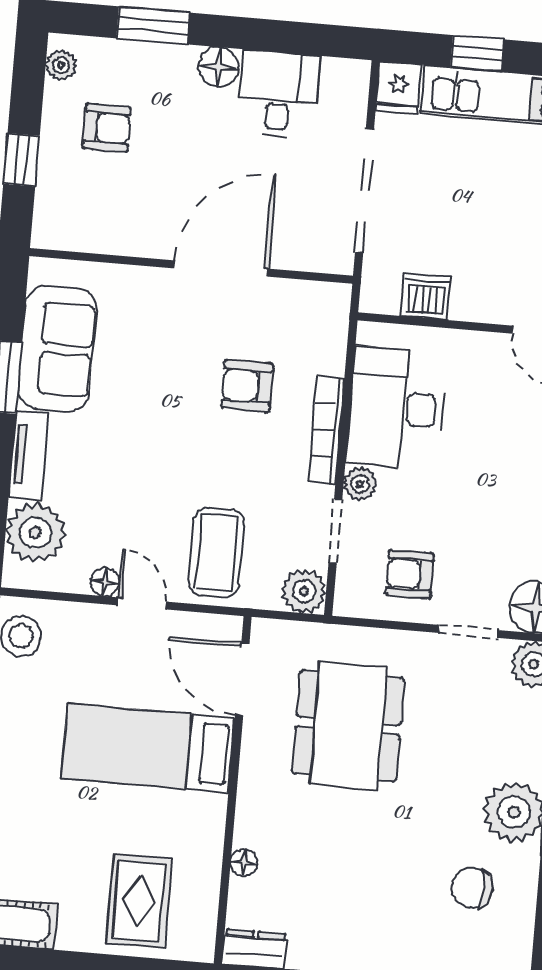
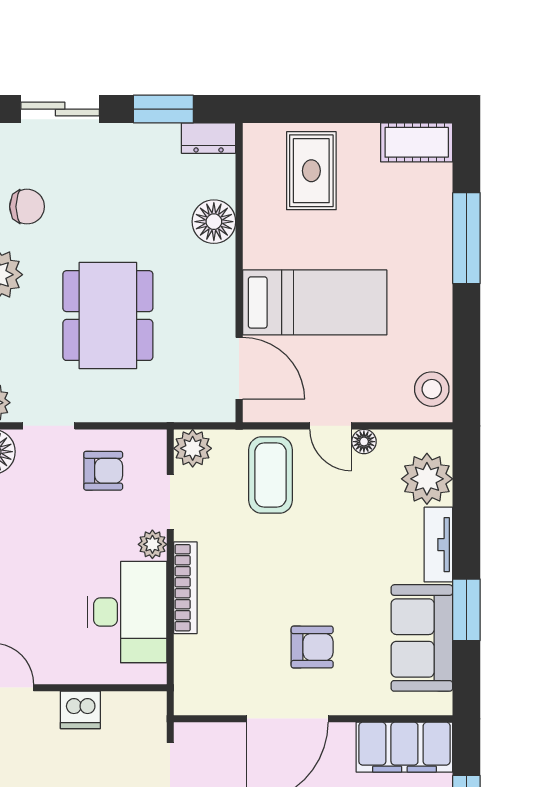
filing cabinet: (88, 224) -> (404, 747), added
dishwasher: (426, 296) -> (80, 710), moved
armchair: (247, 386) -> (312, 647), moved
dining table: (348, 726) -> (108, 316), moved
floor lamp: (244, 863) -> (214, 222), width x1.89, depth x1.89

